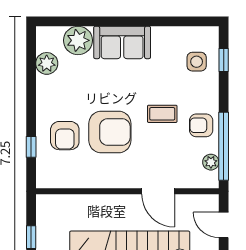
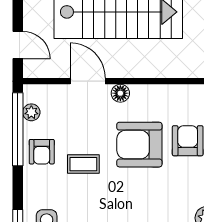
armchair: (201, 125) -> (42, 152), turned 90
floor lamp: (128, 180) -> (120, 93), added

